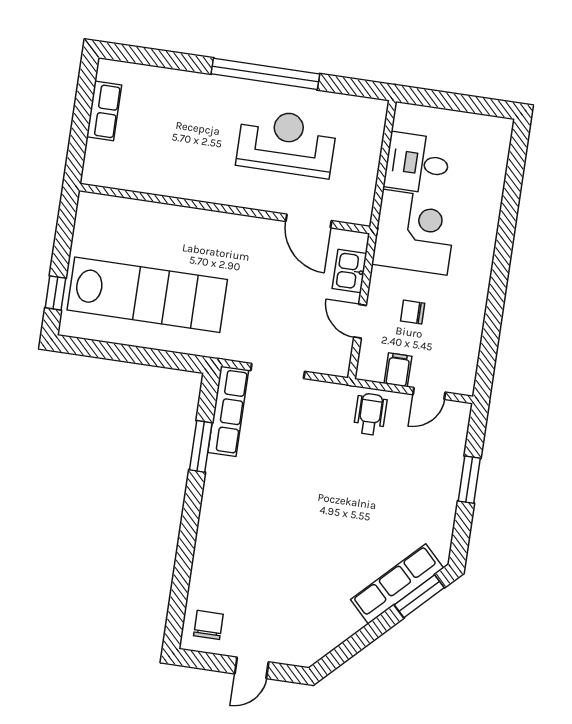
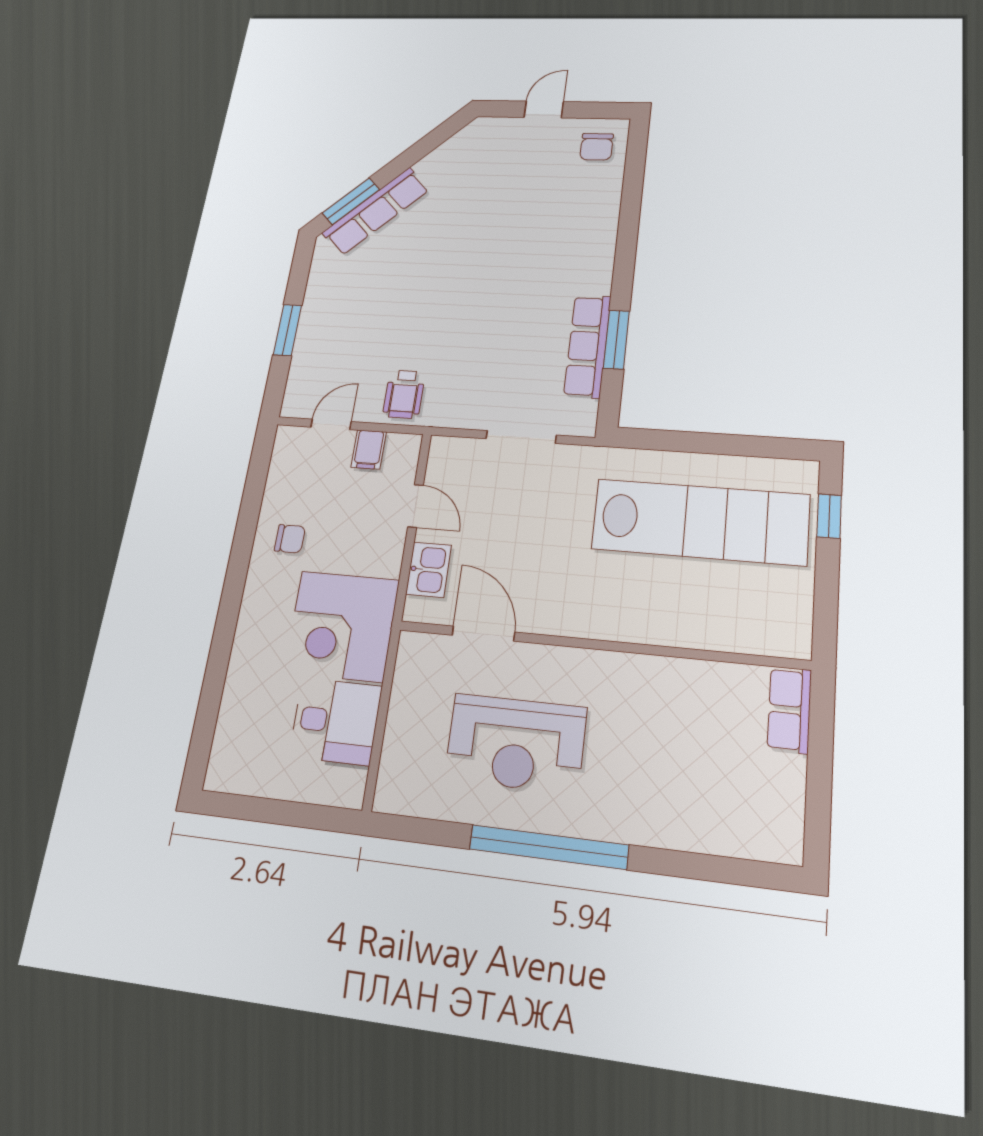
row of seats: (104, 111) -> (789, 710), moved
lab bench: (147, 295) -> (700, 522), turned 180
chair: (413, 312) -> (290, 539), moved
row of seats: (228, 411) -> (588, 346), moved

